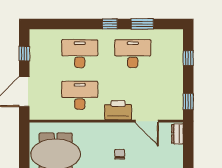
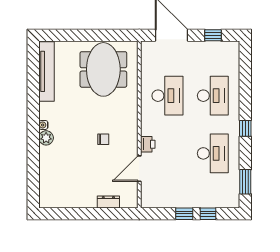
window: (142, 24) -> (245, 182), moved
window: (188, 102) -> (184, 214), moved
printer: (118, 110) -> (148, 144), width x0.53, depth x0.68
dresser: (177, 134) -> (108, 202), moved

